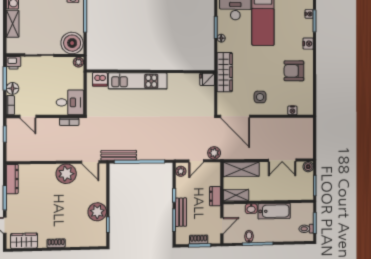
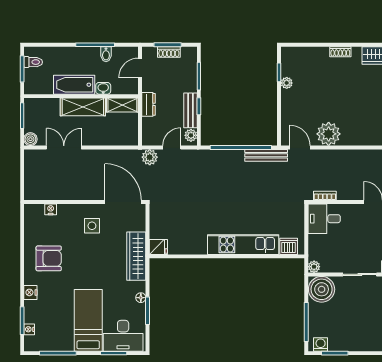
shelving: (241, 169) -> (83, 107), moved
plant: (97, 212) -> (287, 83), width x0.53, depth x0.53
bench: (181, 212) -> (190, 110), moved

